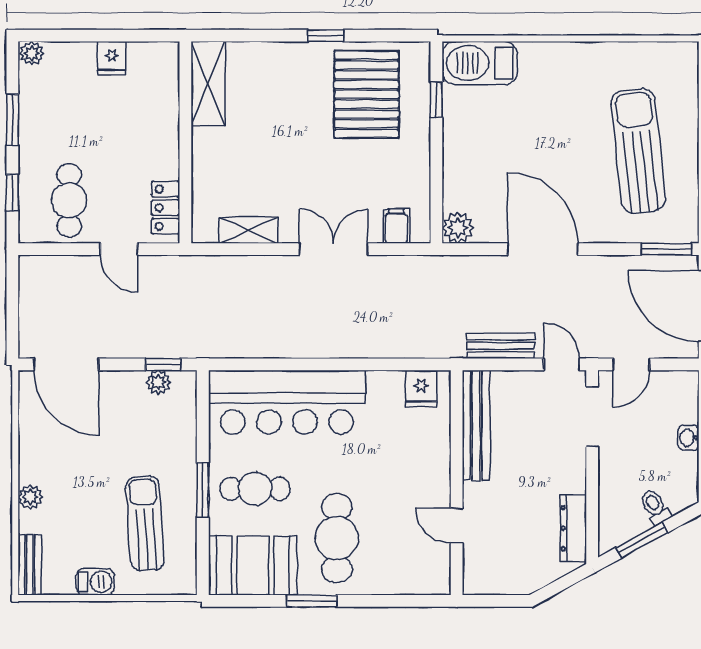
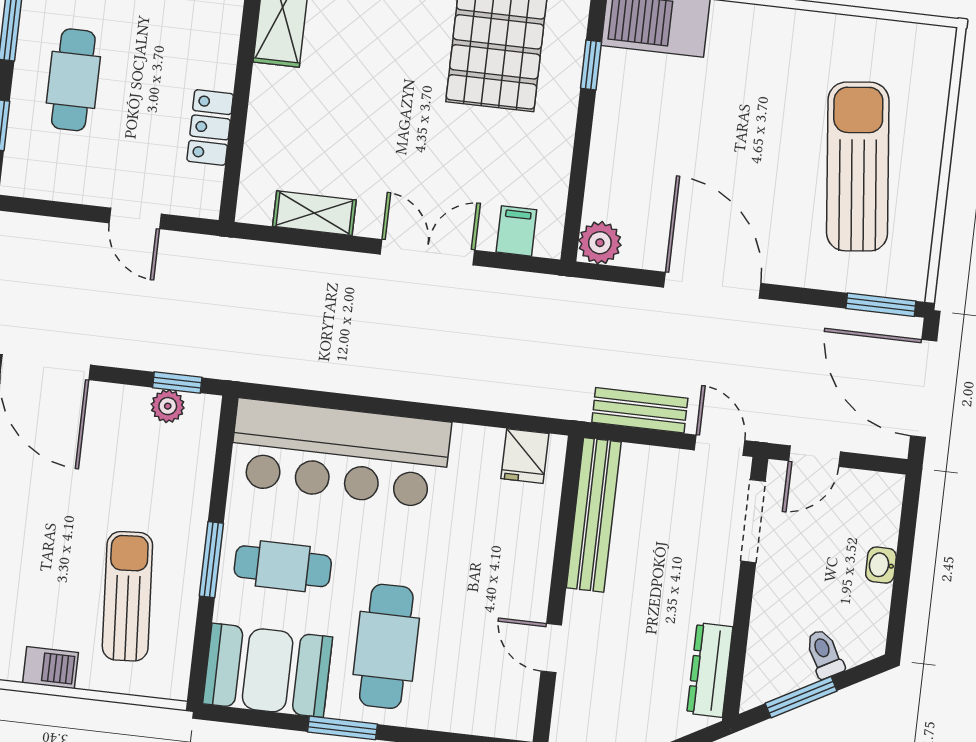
cafe table: (69, 200) -> (73, 80), moved
locker: (166, 208) -> (210, 127), moved

